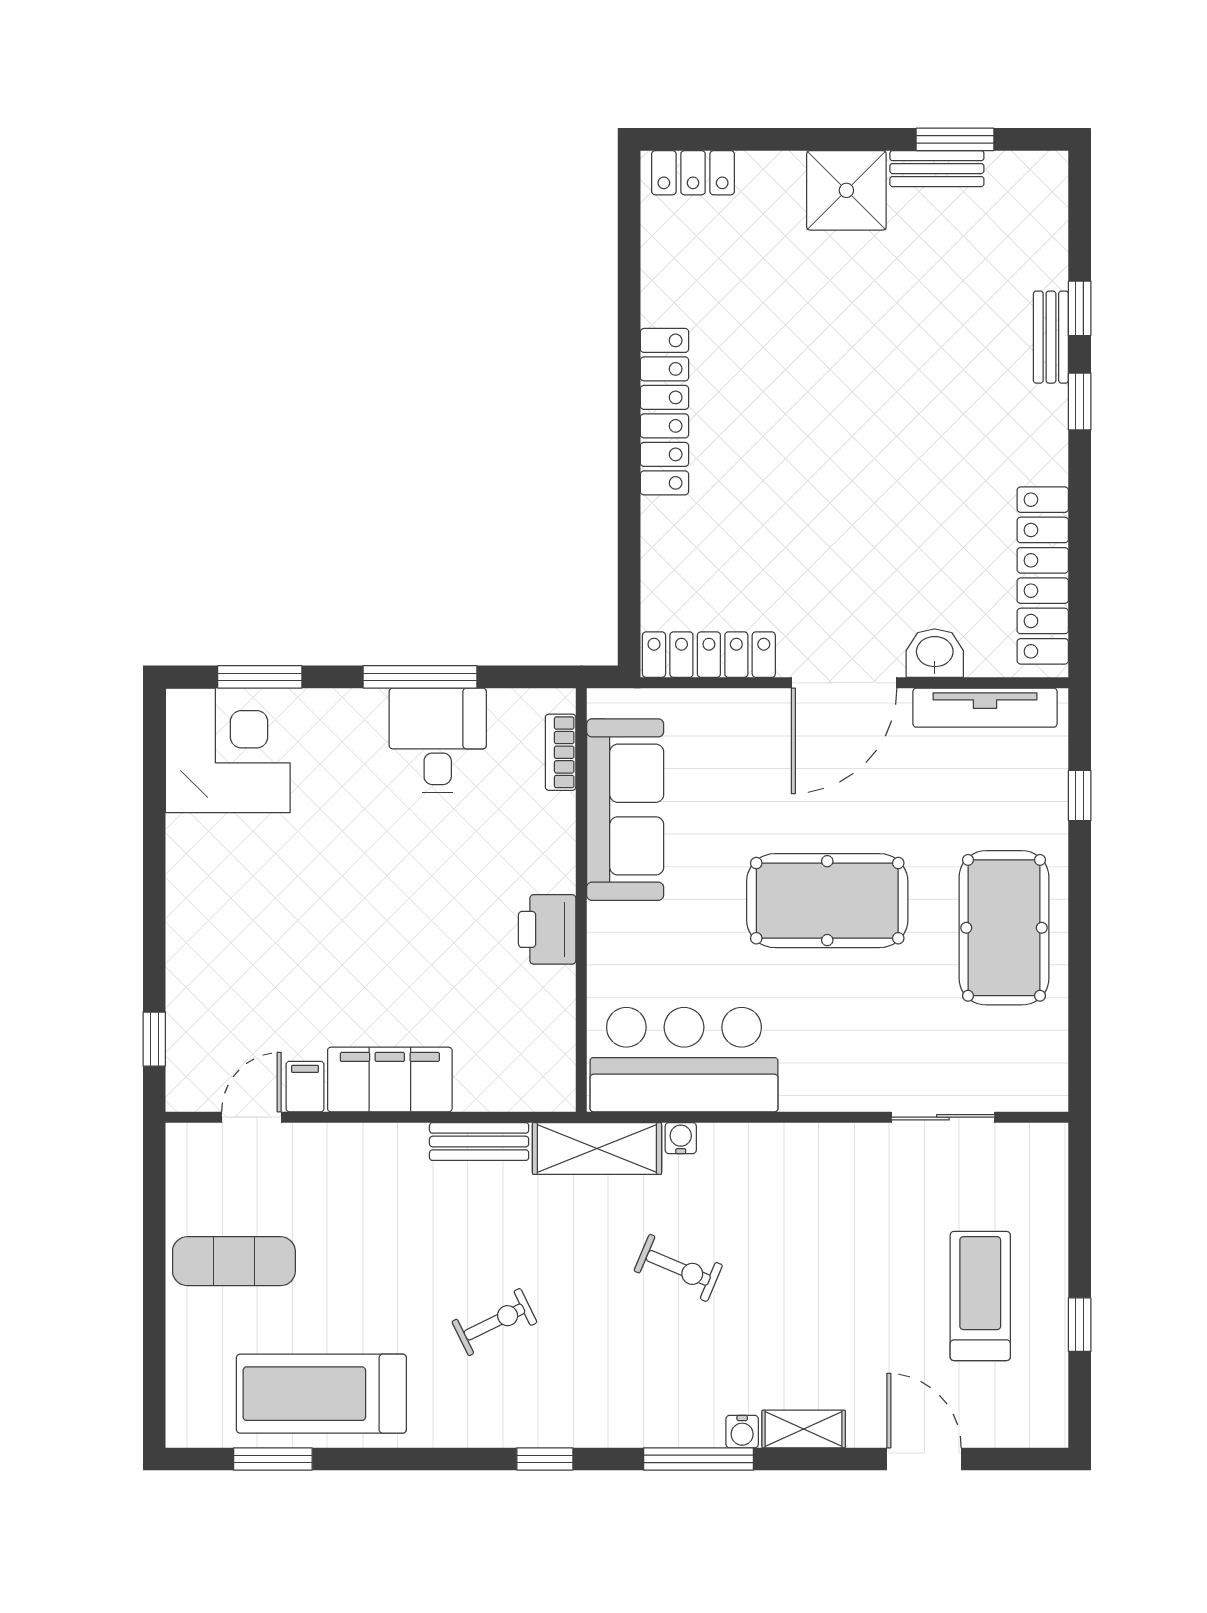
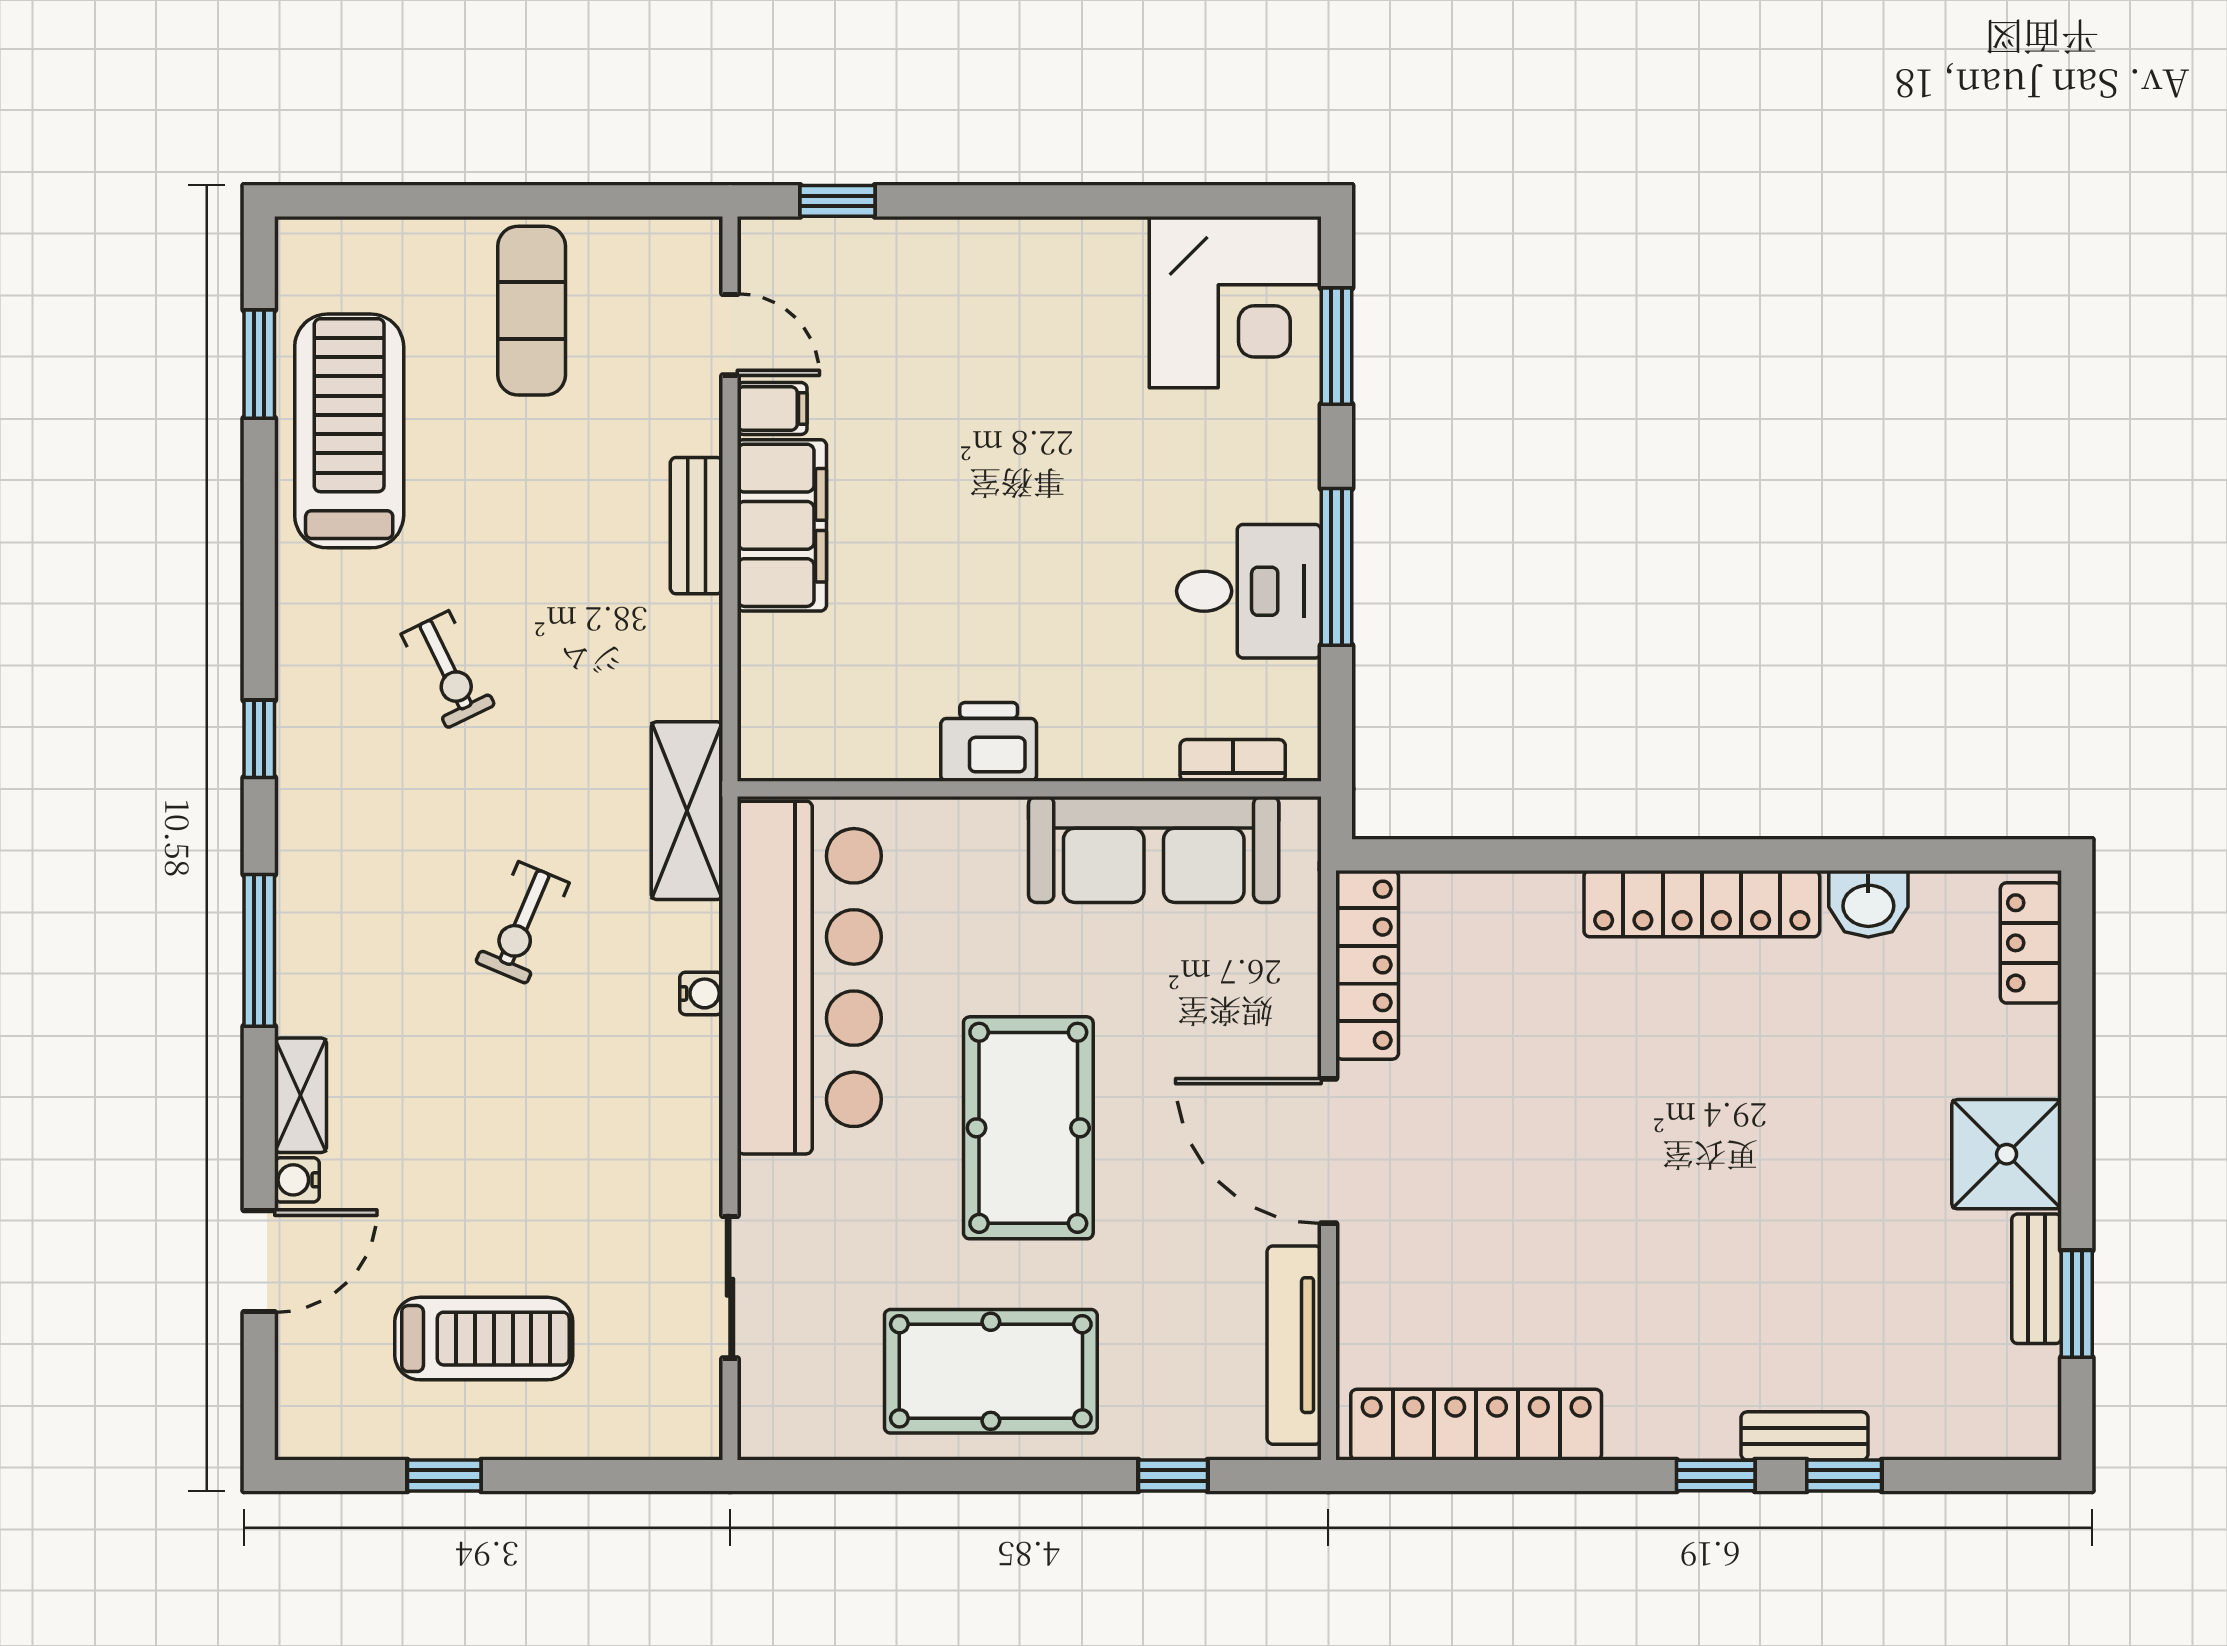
washbasin: (935, 653) -> (1868, 904), moved, turned 90
bar counter: (684, 1060) -> (809, 978), width x1.36
water cooler: (681, 1138) -> (701, 993), moved
bench: (479, 1142) -> (696, 526), moved
water cooler: (742, 1432) -> (297, 1180), moved

